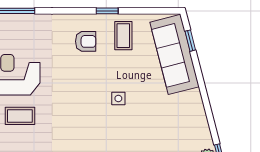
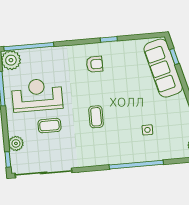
coffee table: (123, 36) -> (96, 117), moved
side table: (118, 99) -> (147, 130), moved

